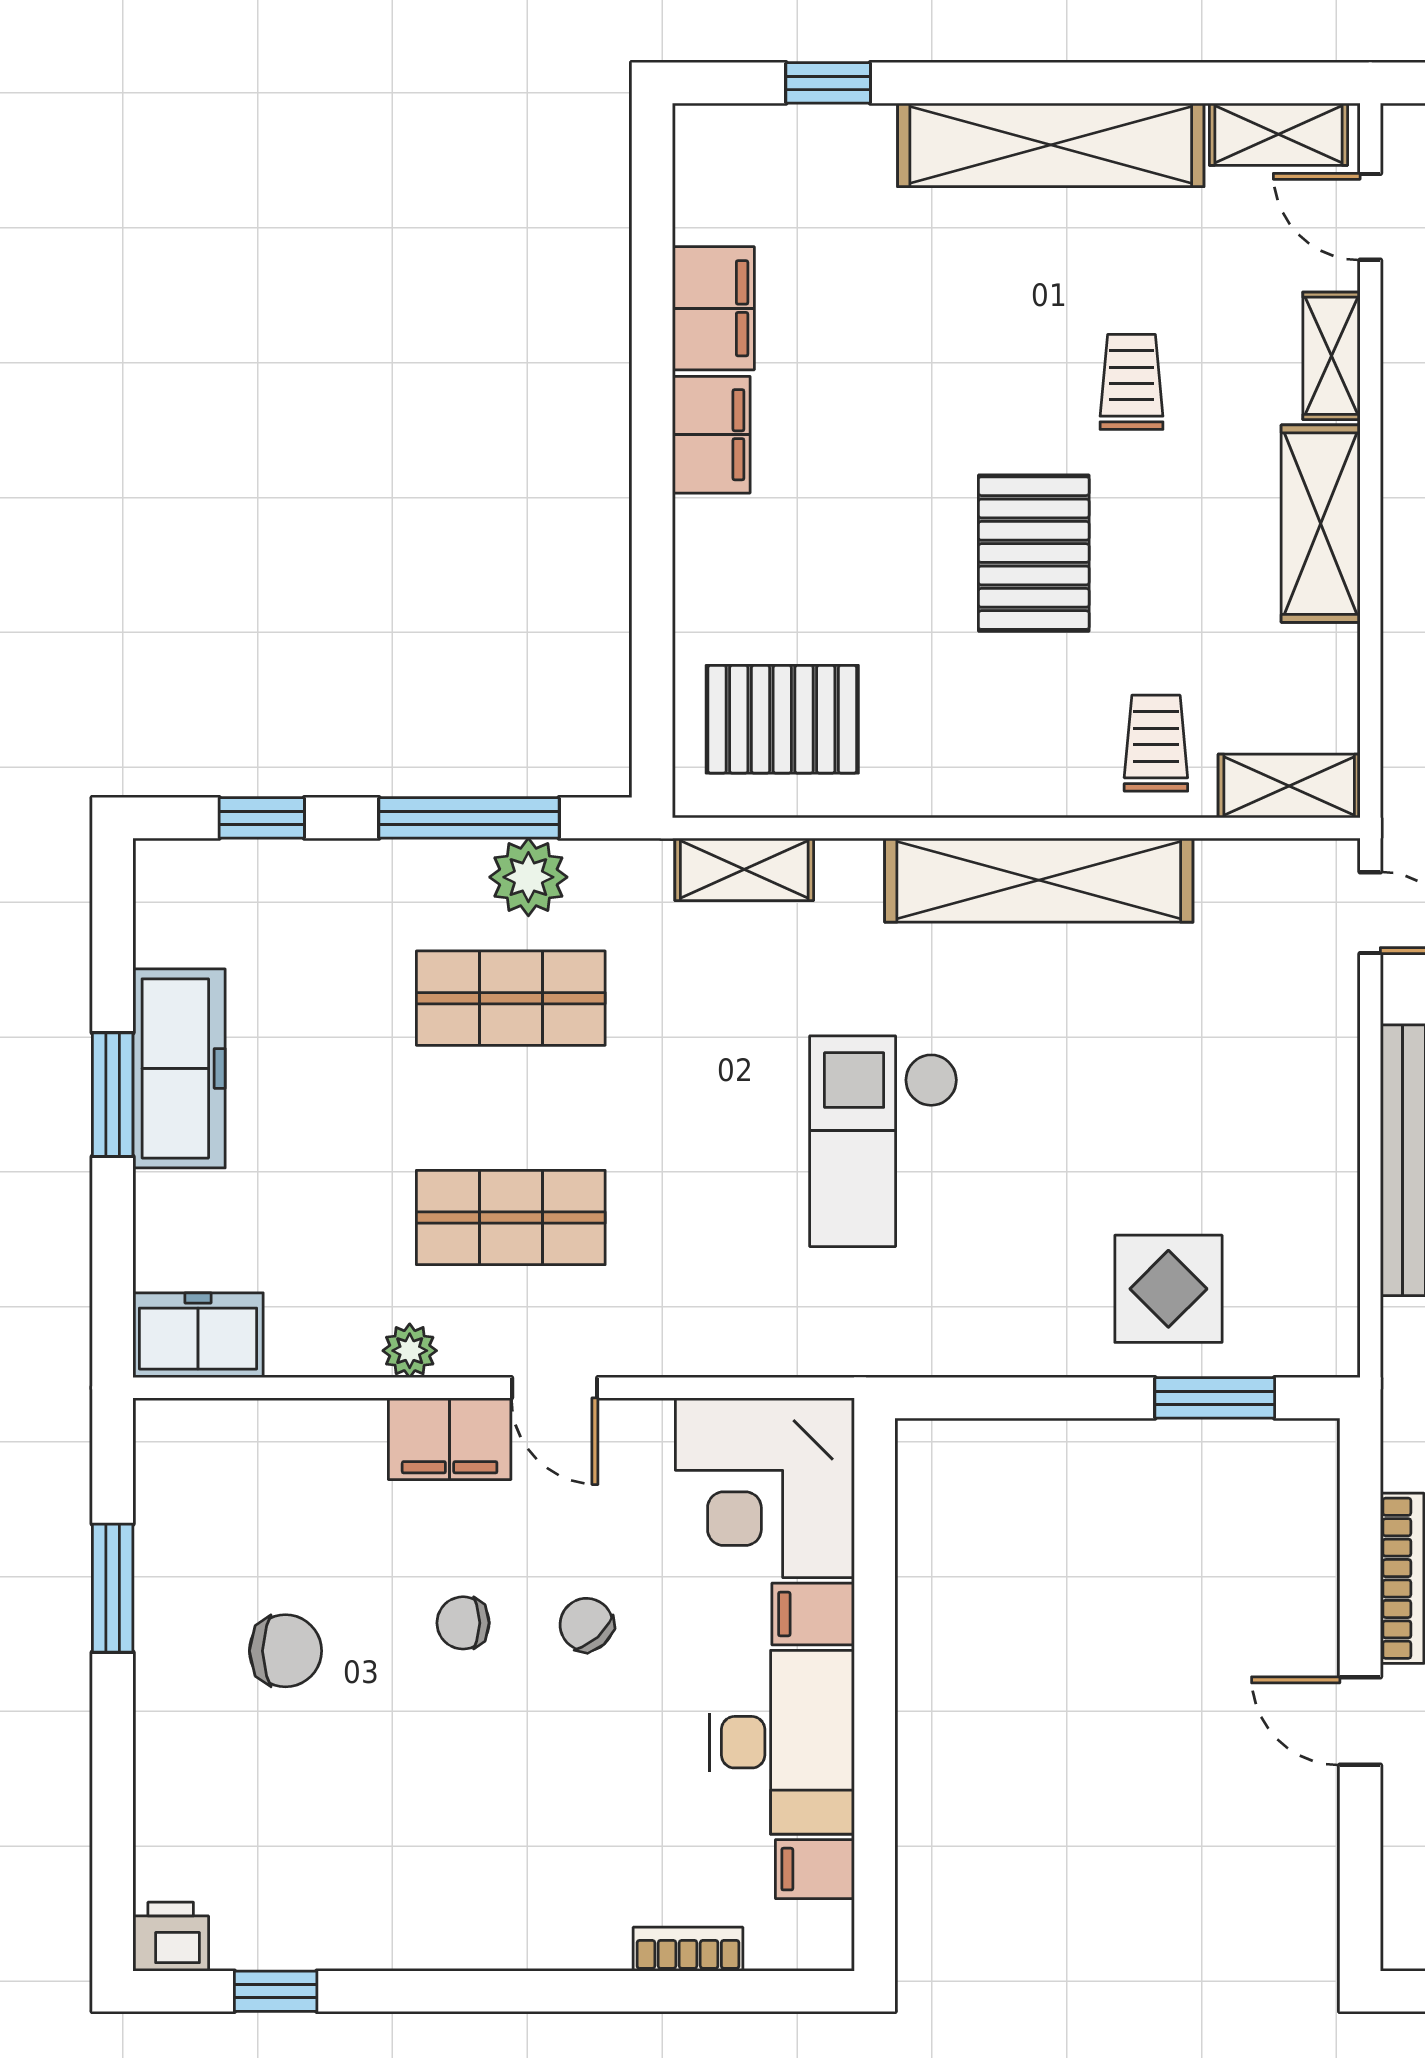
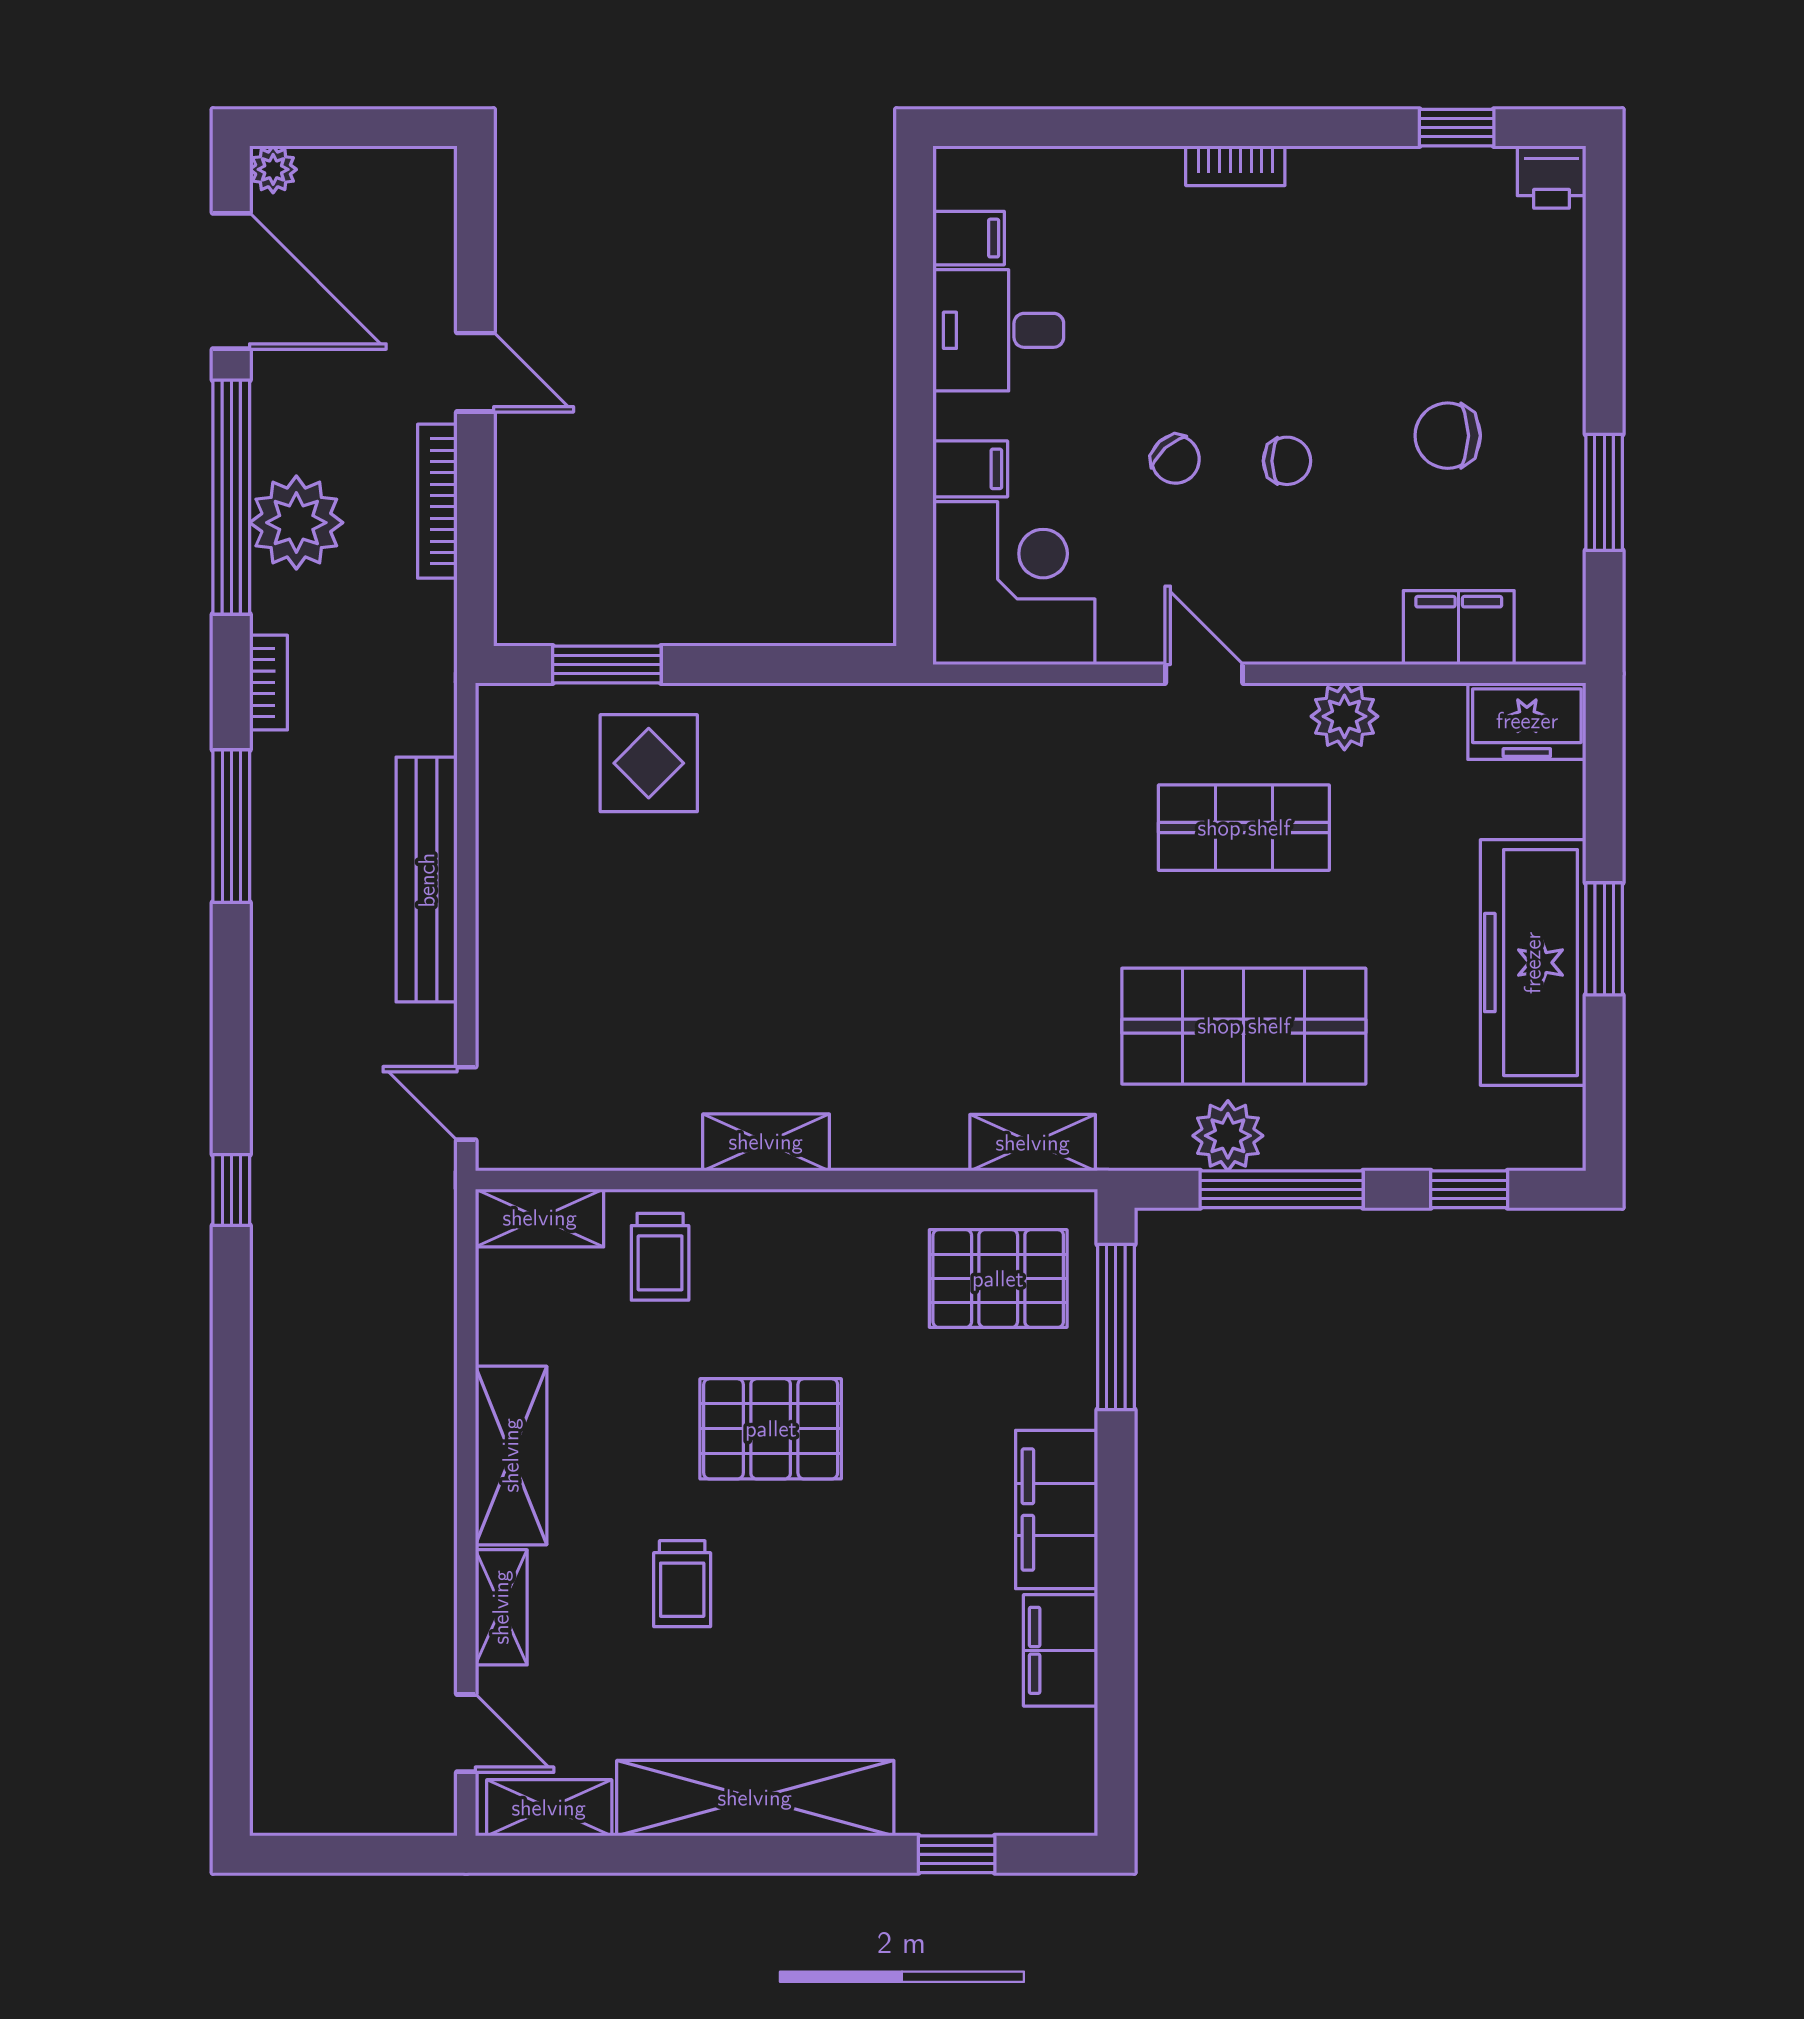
filing cabinet: (711, 435) -> (1057, 1510), width x1.50, depth x1.17
pallet: (1034, 553) -> (771, 1429), turned 90
window: (652, 666) -> (1116, 1327), added
shelving: (1039, 880) -> (766, 1142), width x0.45, depth x0.75
shop shelf: (511, 998) -> (1244, 1026), width x1.43, depth x1.36
freezer: (179, 1068) -> (1533, 963), width x1.36, depth x1.26
checkout: (884, 1141) -> (906, 897), removed
plant: (410, 1351) -> (1344, 716), width x1.38, depth x1.38
filing cabinet: (450, 1439) -> (1459, 628), moved
desk: (782, 1742) -> (998, 330), width x0.73
bookcase: (688, 1949) -> (1235, 166), moved

